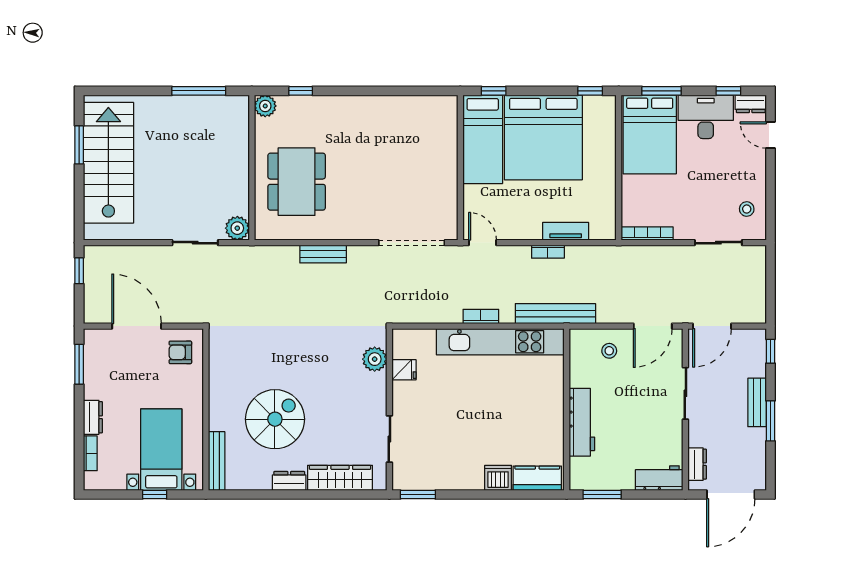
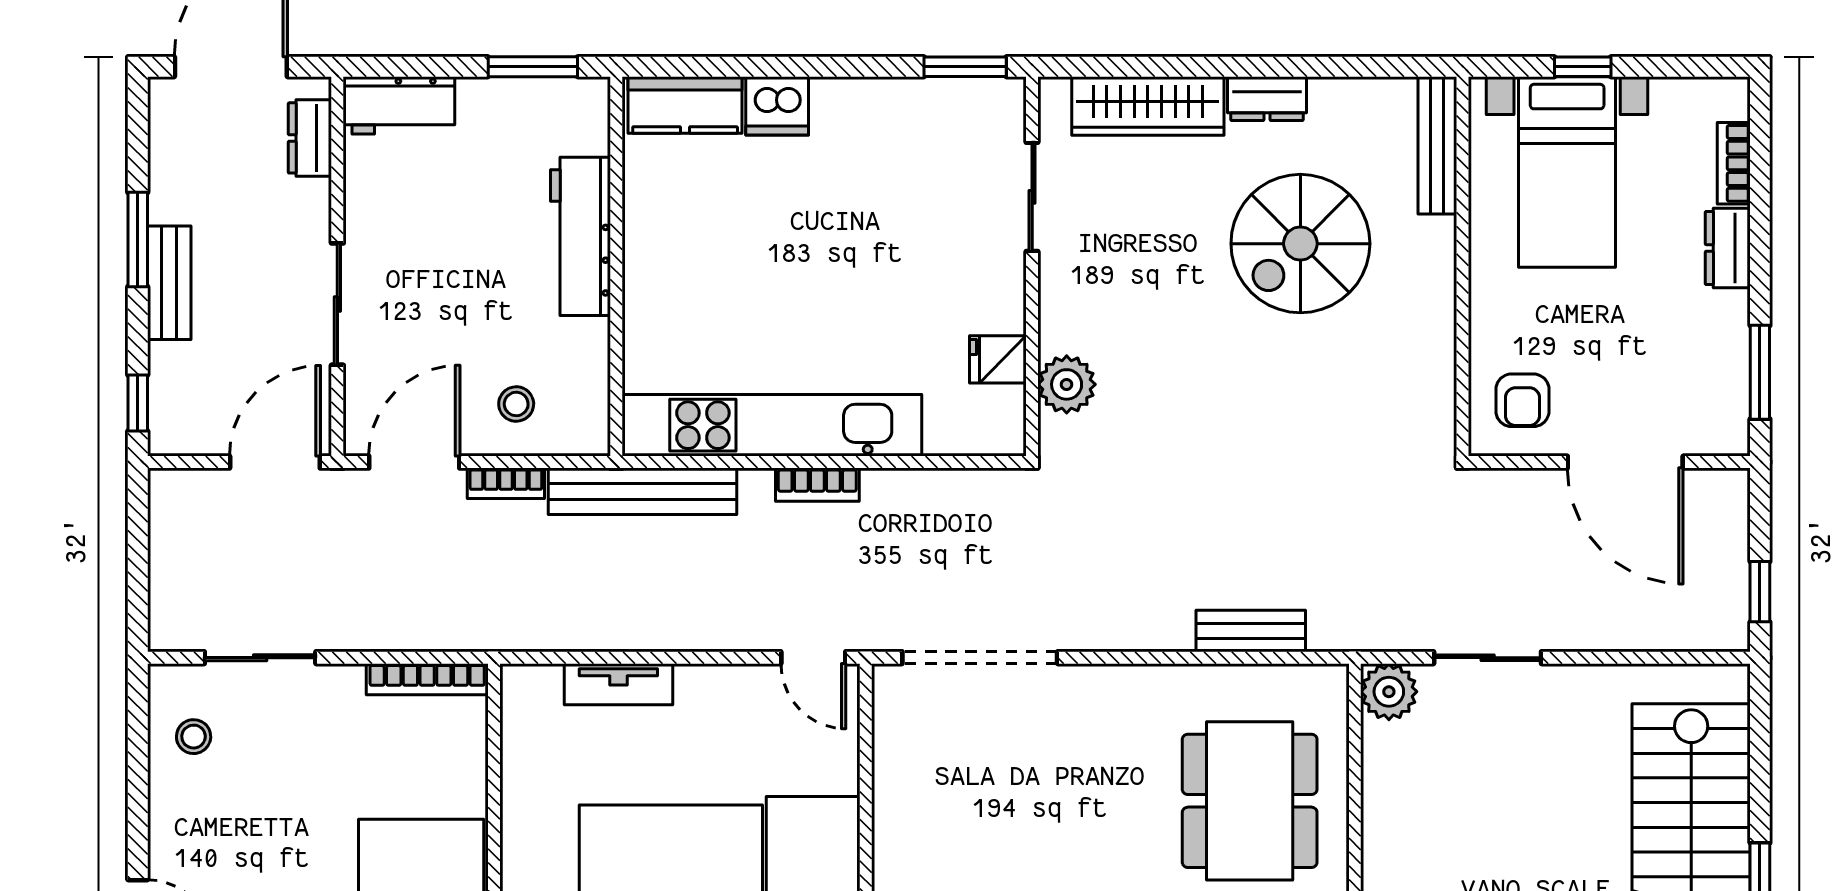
bookcase: (548, 252) -> (506, 483), moved, turned 180
bench: (323, 254) -> (1251, 631), moved
armchair: (180, 352) -> (1522, 400), turned 90

